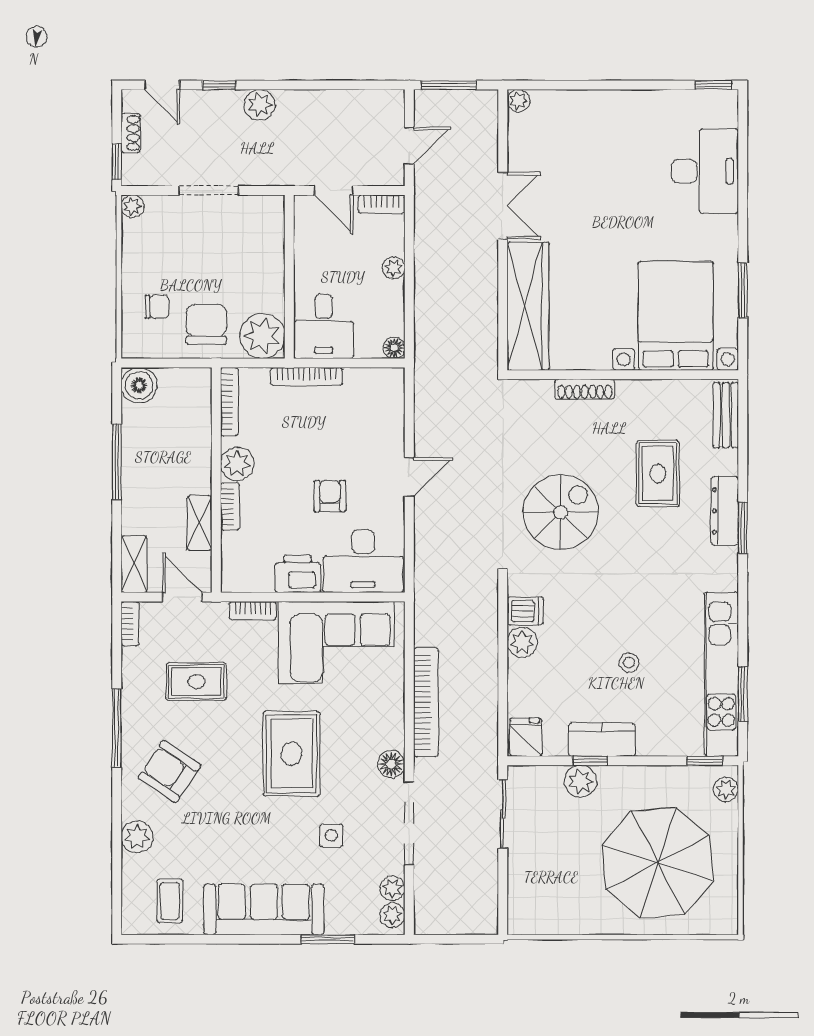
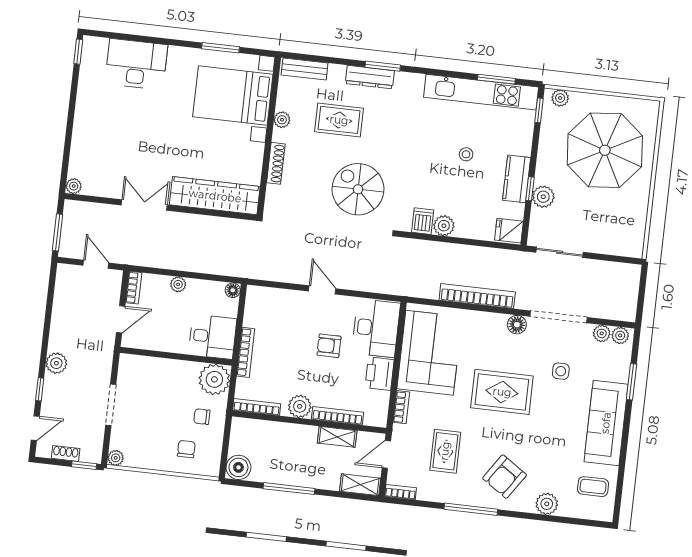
chair: (206, 324) -> (202, 417), width x0.54, depth x0.54
plant: (649, 391) -> (282, 120), added
bookcase: (230, 507) -> (337, 416), width x1.56

